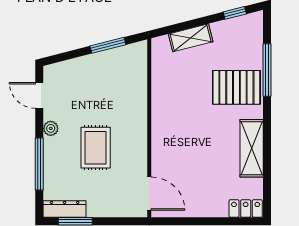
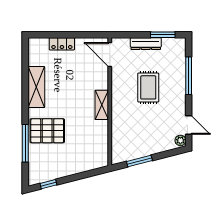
shelving: (191, 38) -> (102, 105), moved, turned -76
plant: (51, 128) -> (180, 140), moved
locker: (246, 208) -> (62, 44), moved
dresser: (65, 209) -> (146, 44), moved

